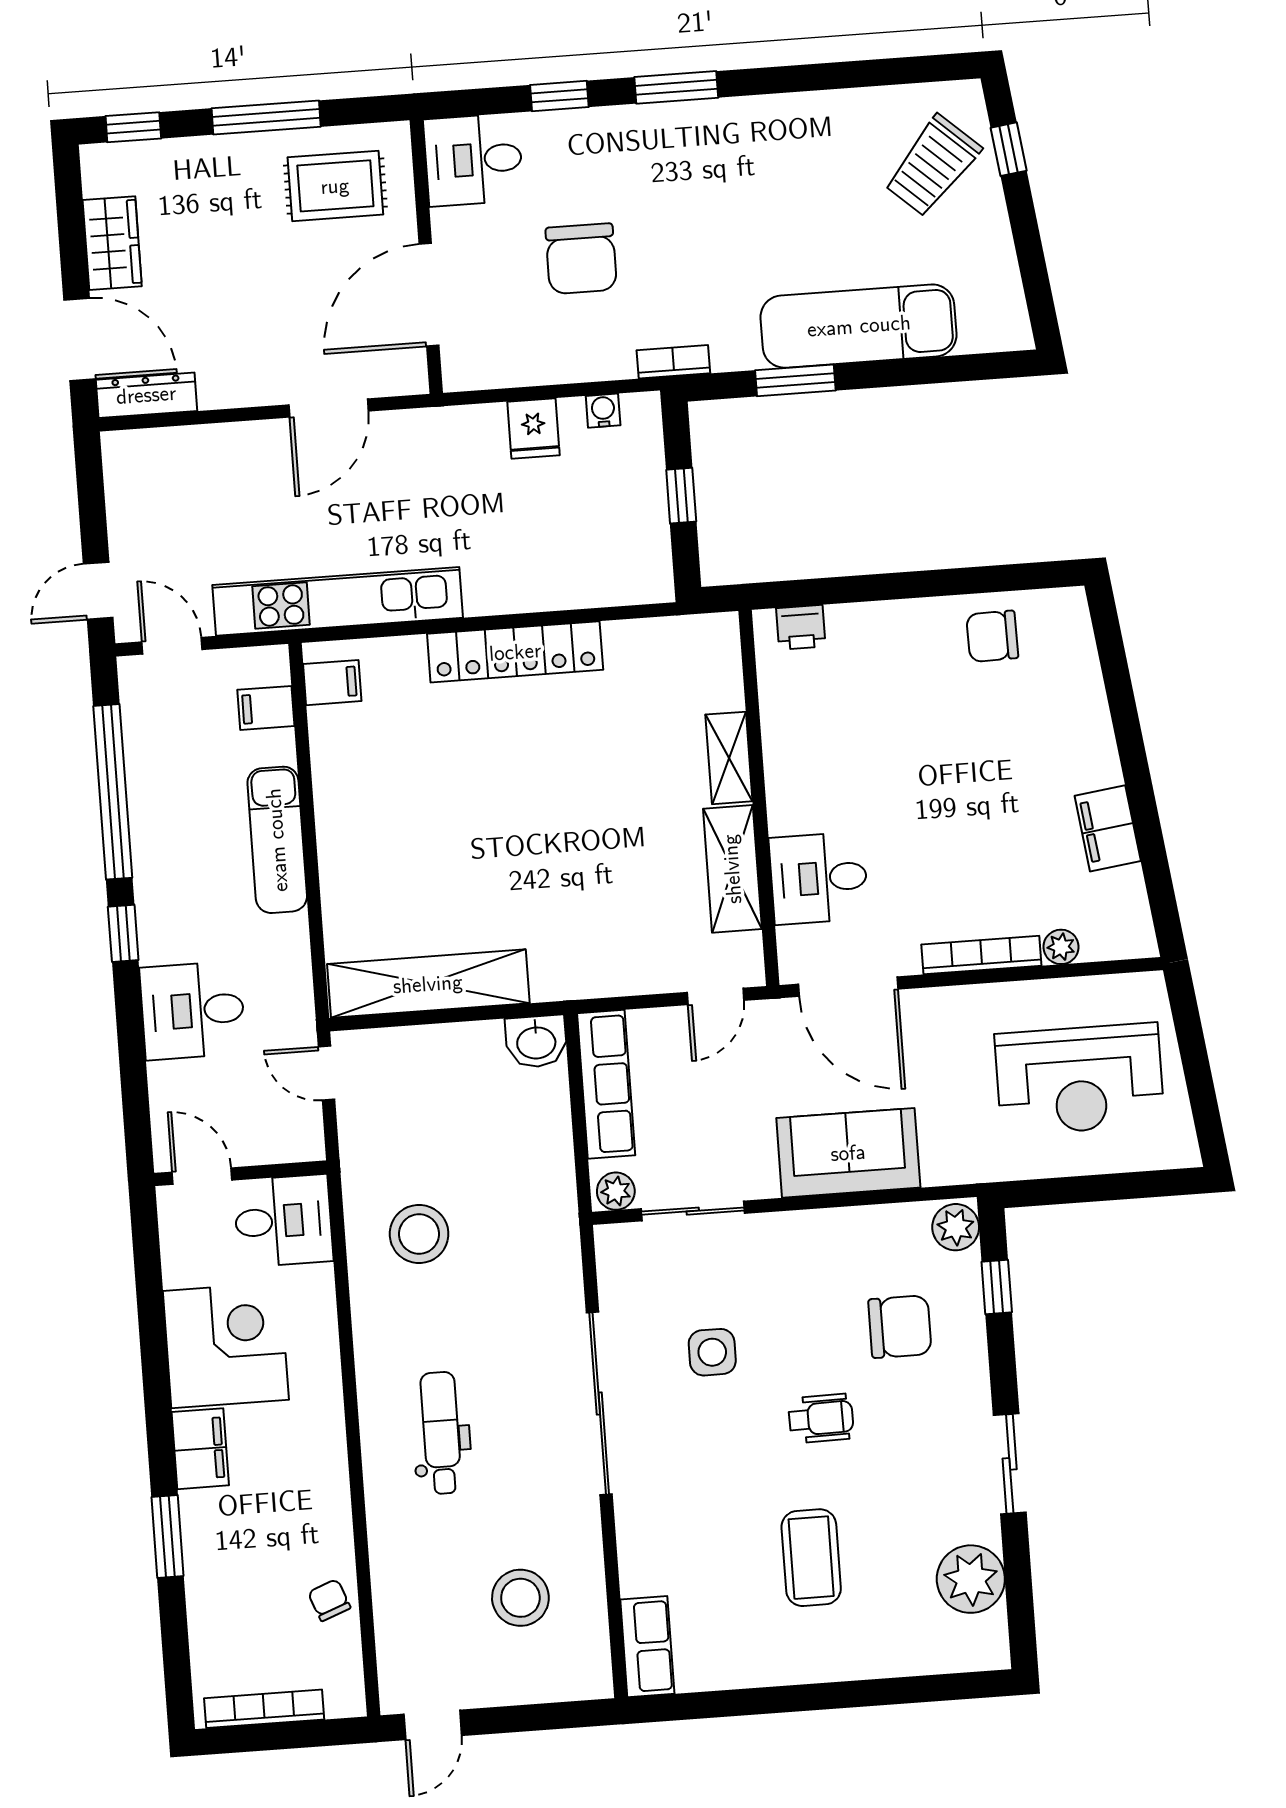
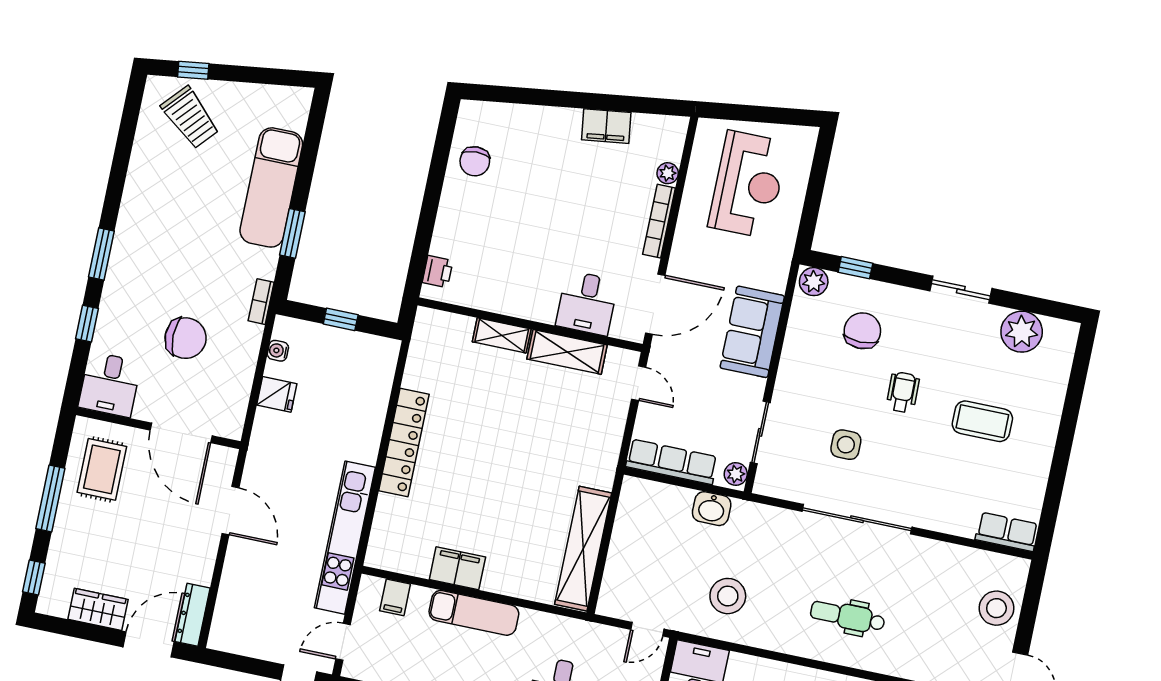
filing cabinet: (332, 683) -> (457, 568), moved, width x2.00
washbasin: (536, 1041) -> (712, 509), moved, turned 90
door: (326, 1073) -> (647, 629), moved
stool: (520, 1598) -> (996, 608), moved

